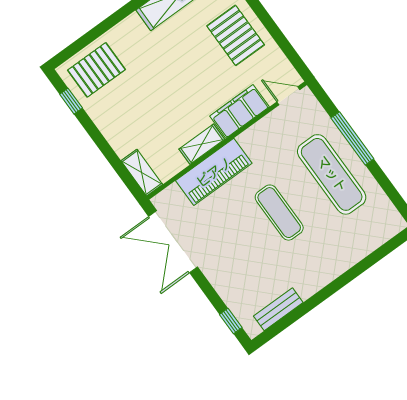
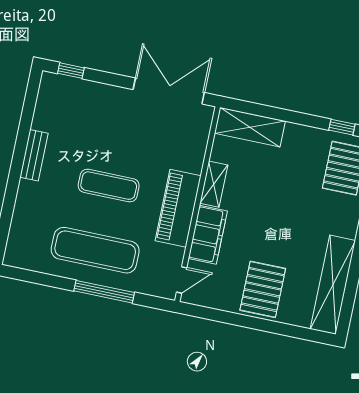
pallet: (236, 35) -> (263, 289), turned 90
piano: (214, 172) -> (178, 208), moved
shelving: (142, 173) -> (250, 127), width x1.50, depth x1.33
bench: (278, 309) -> (34, 155), moved

